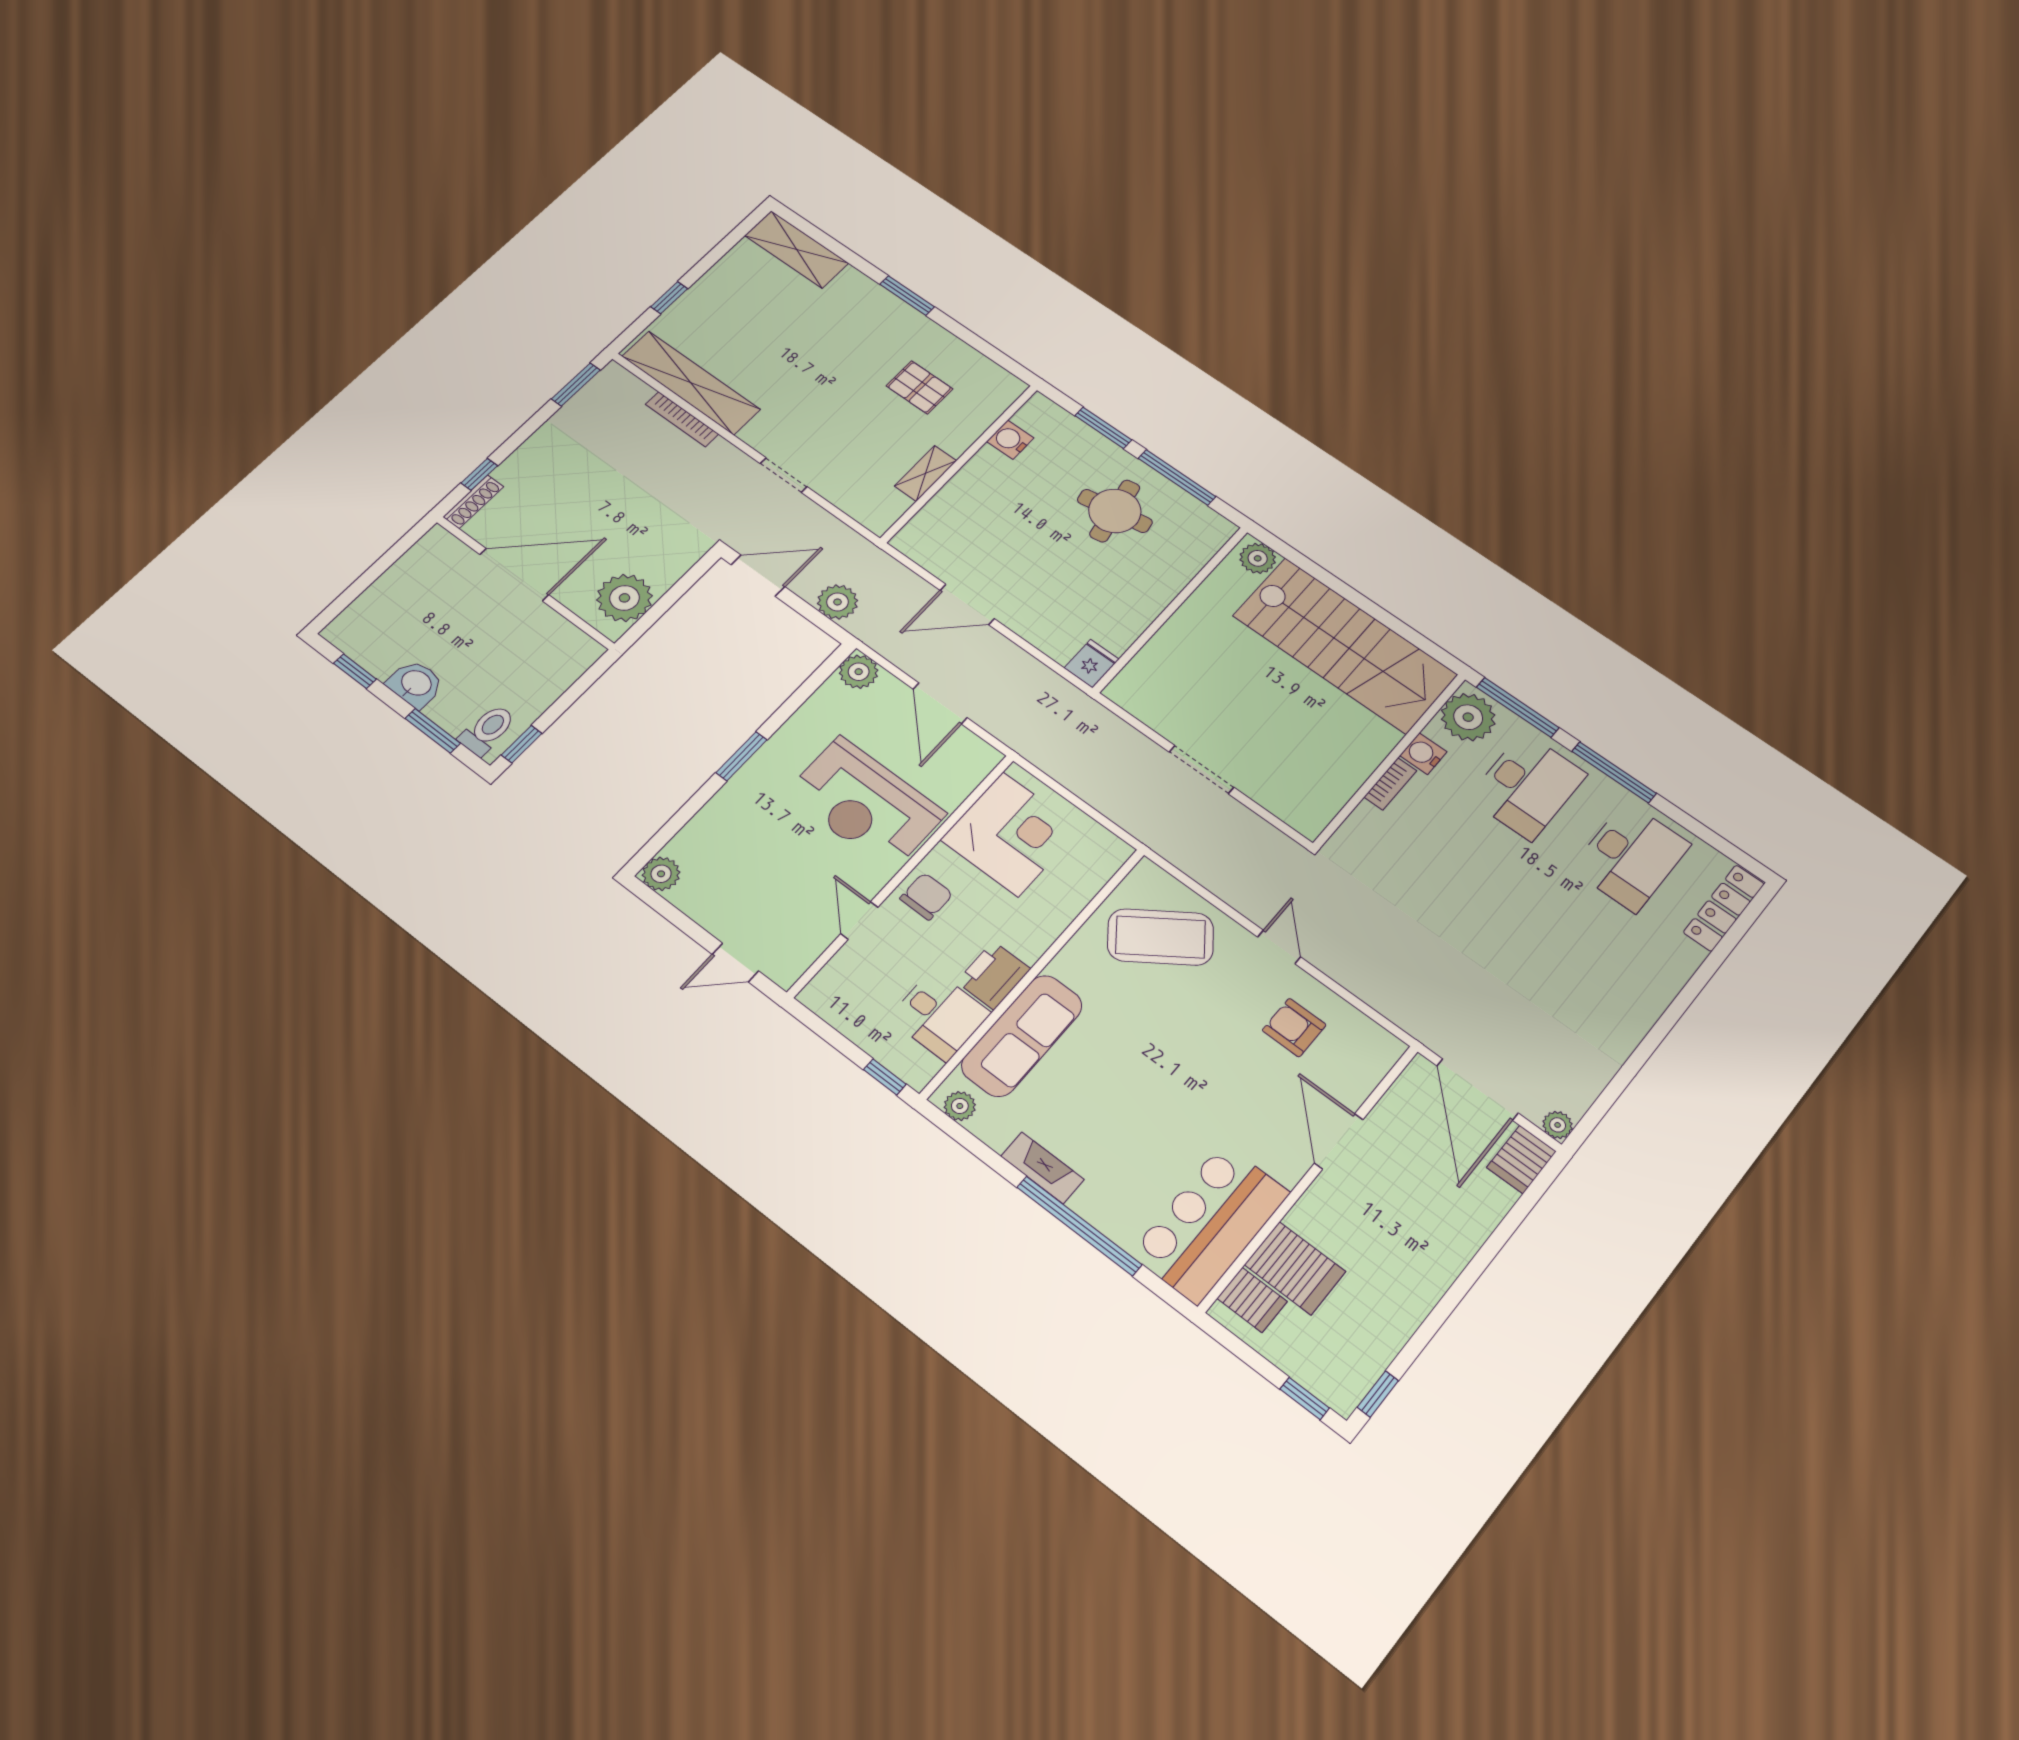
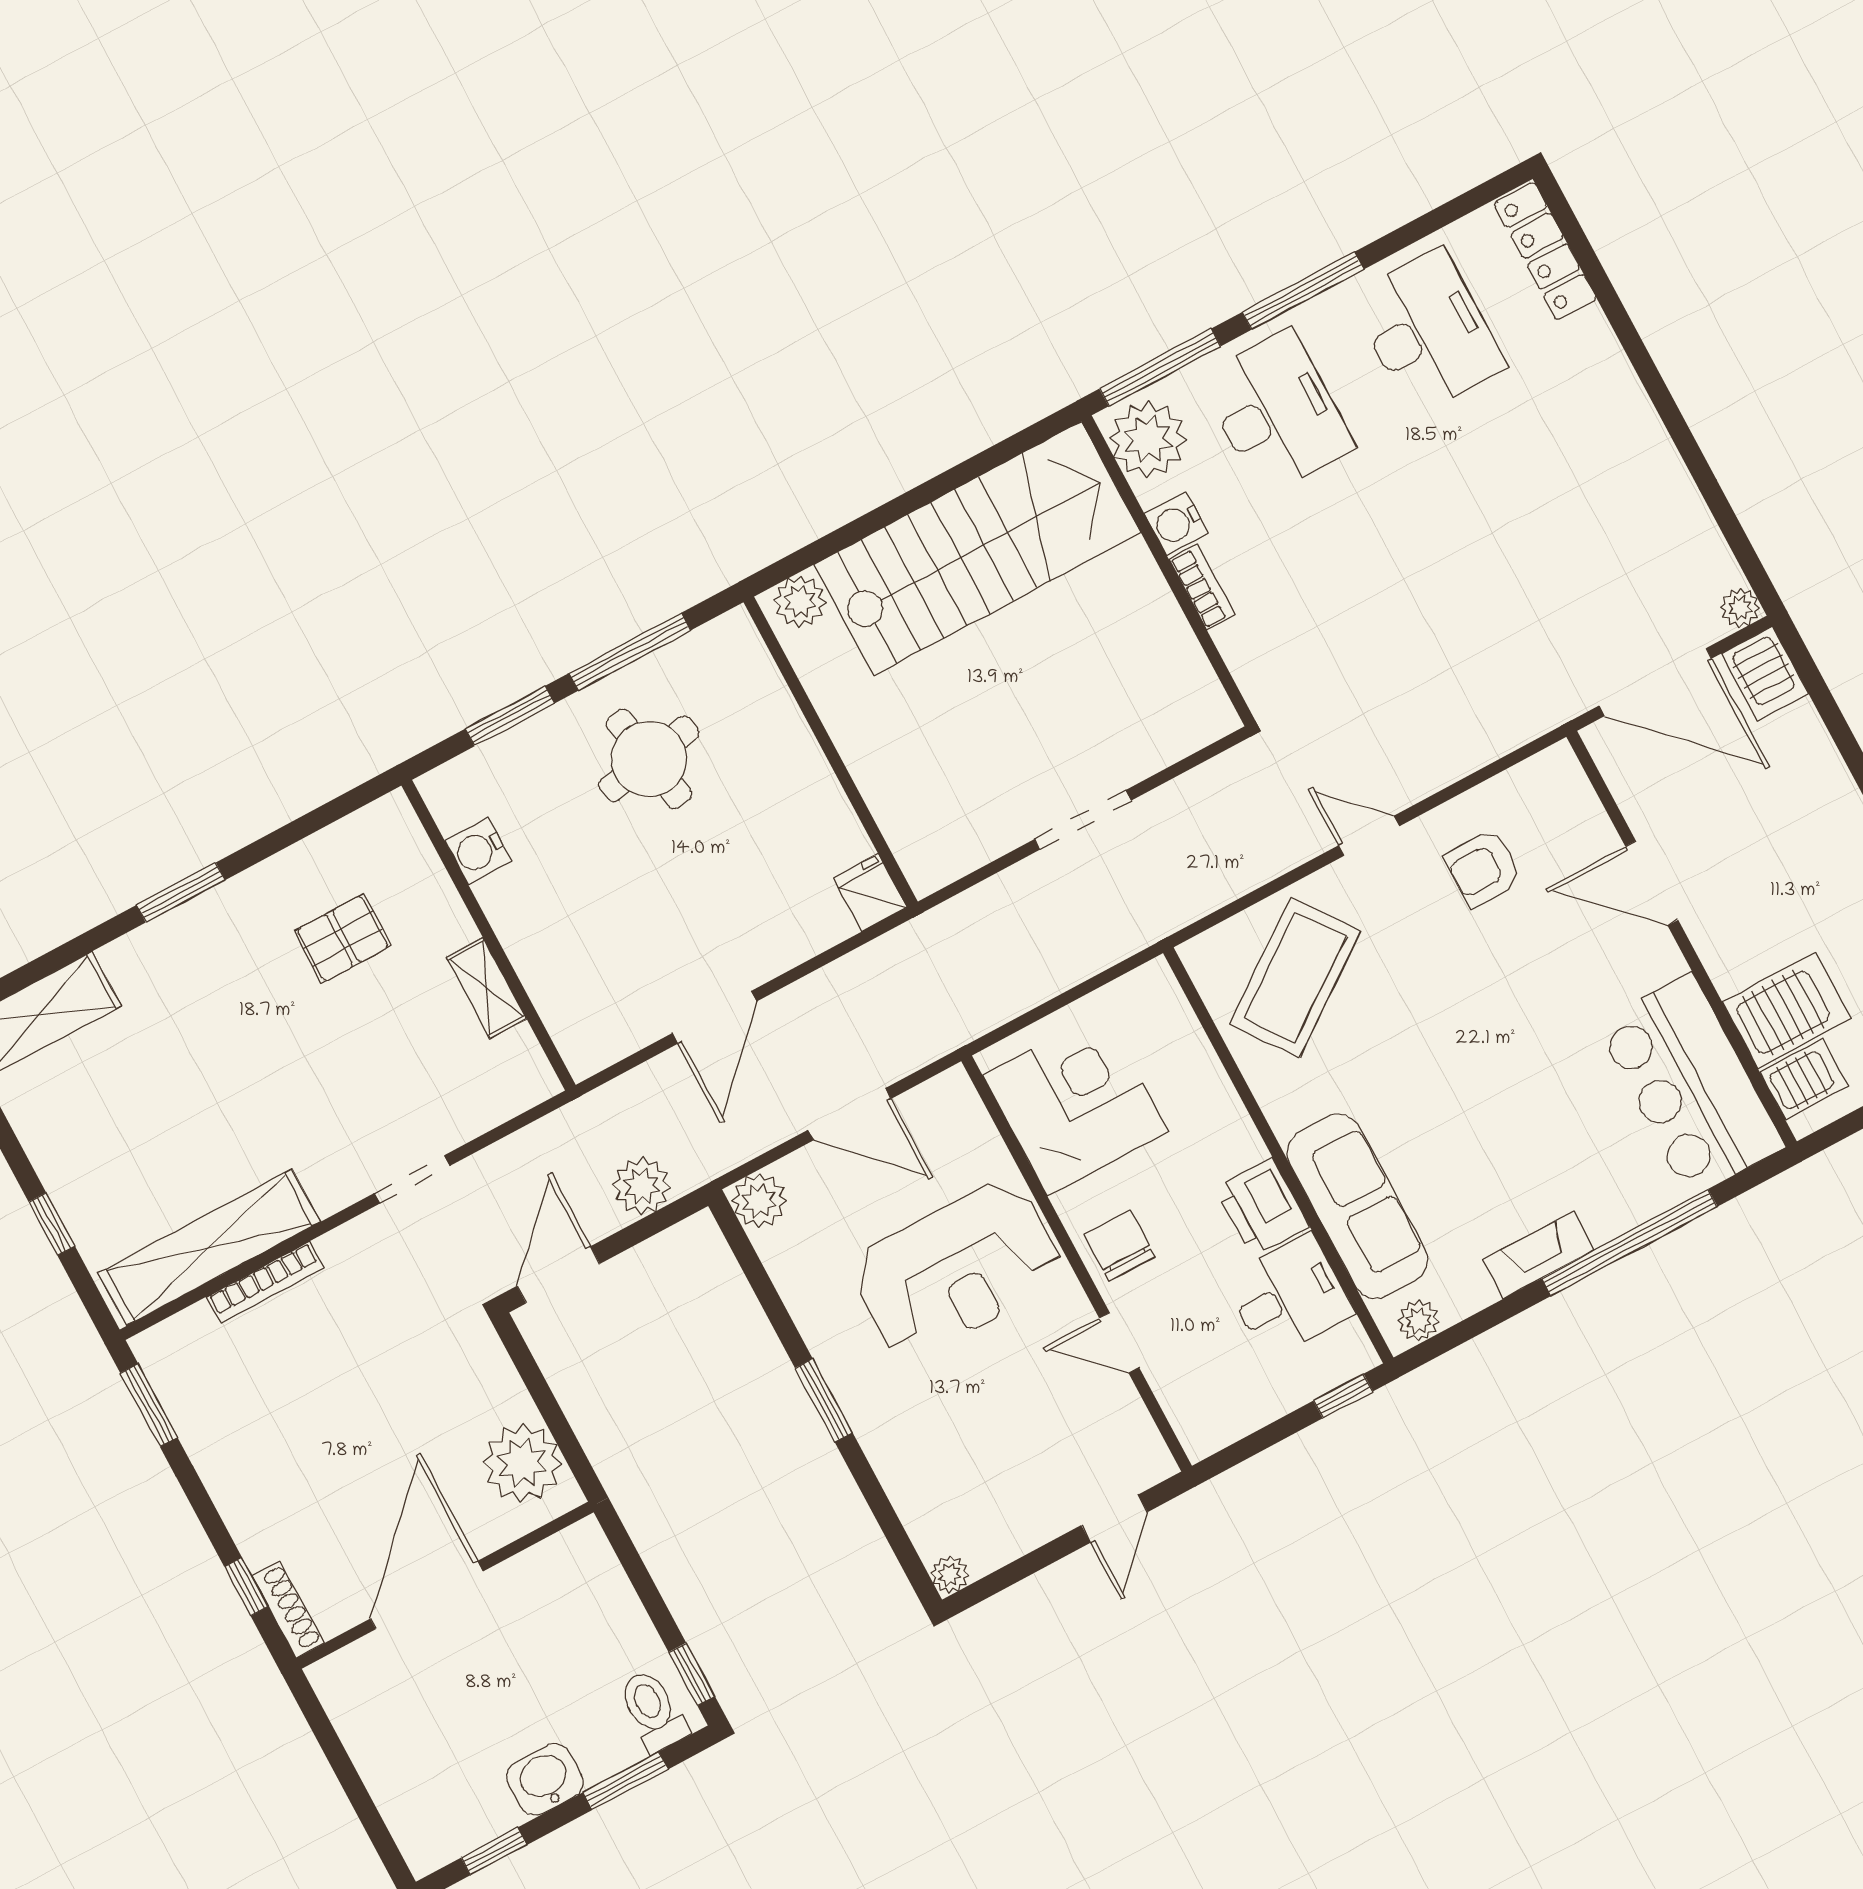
plant: (661, 874) -> (950, 1574), width x0.73, depth x0.73

